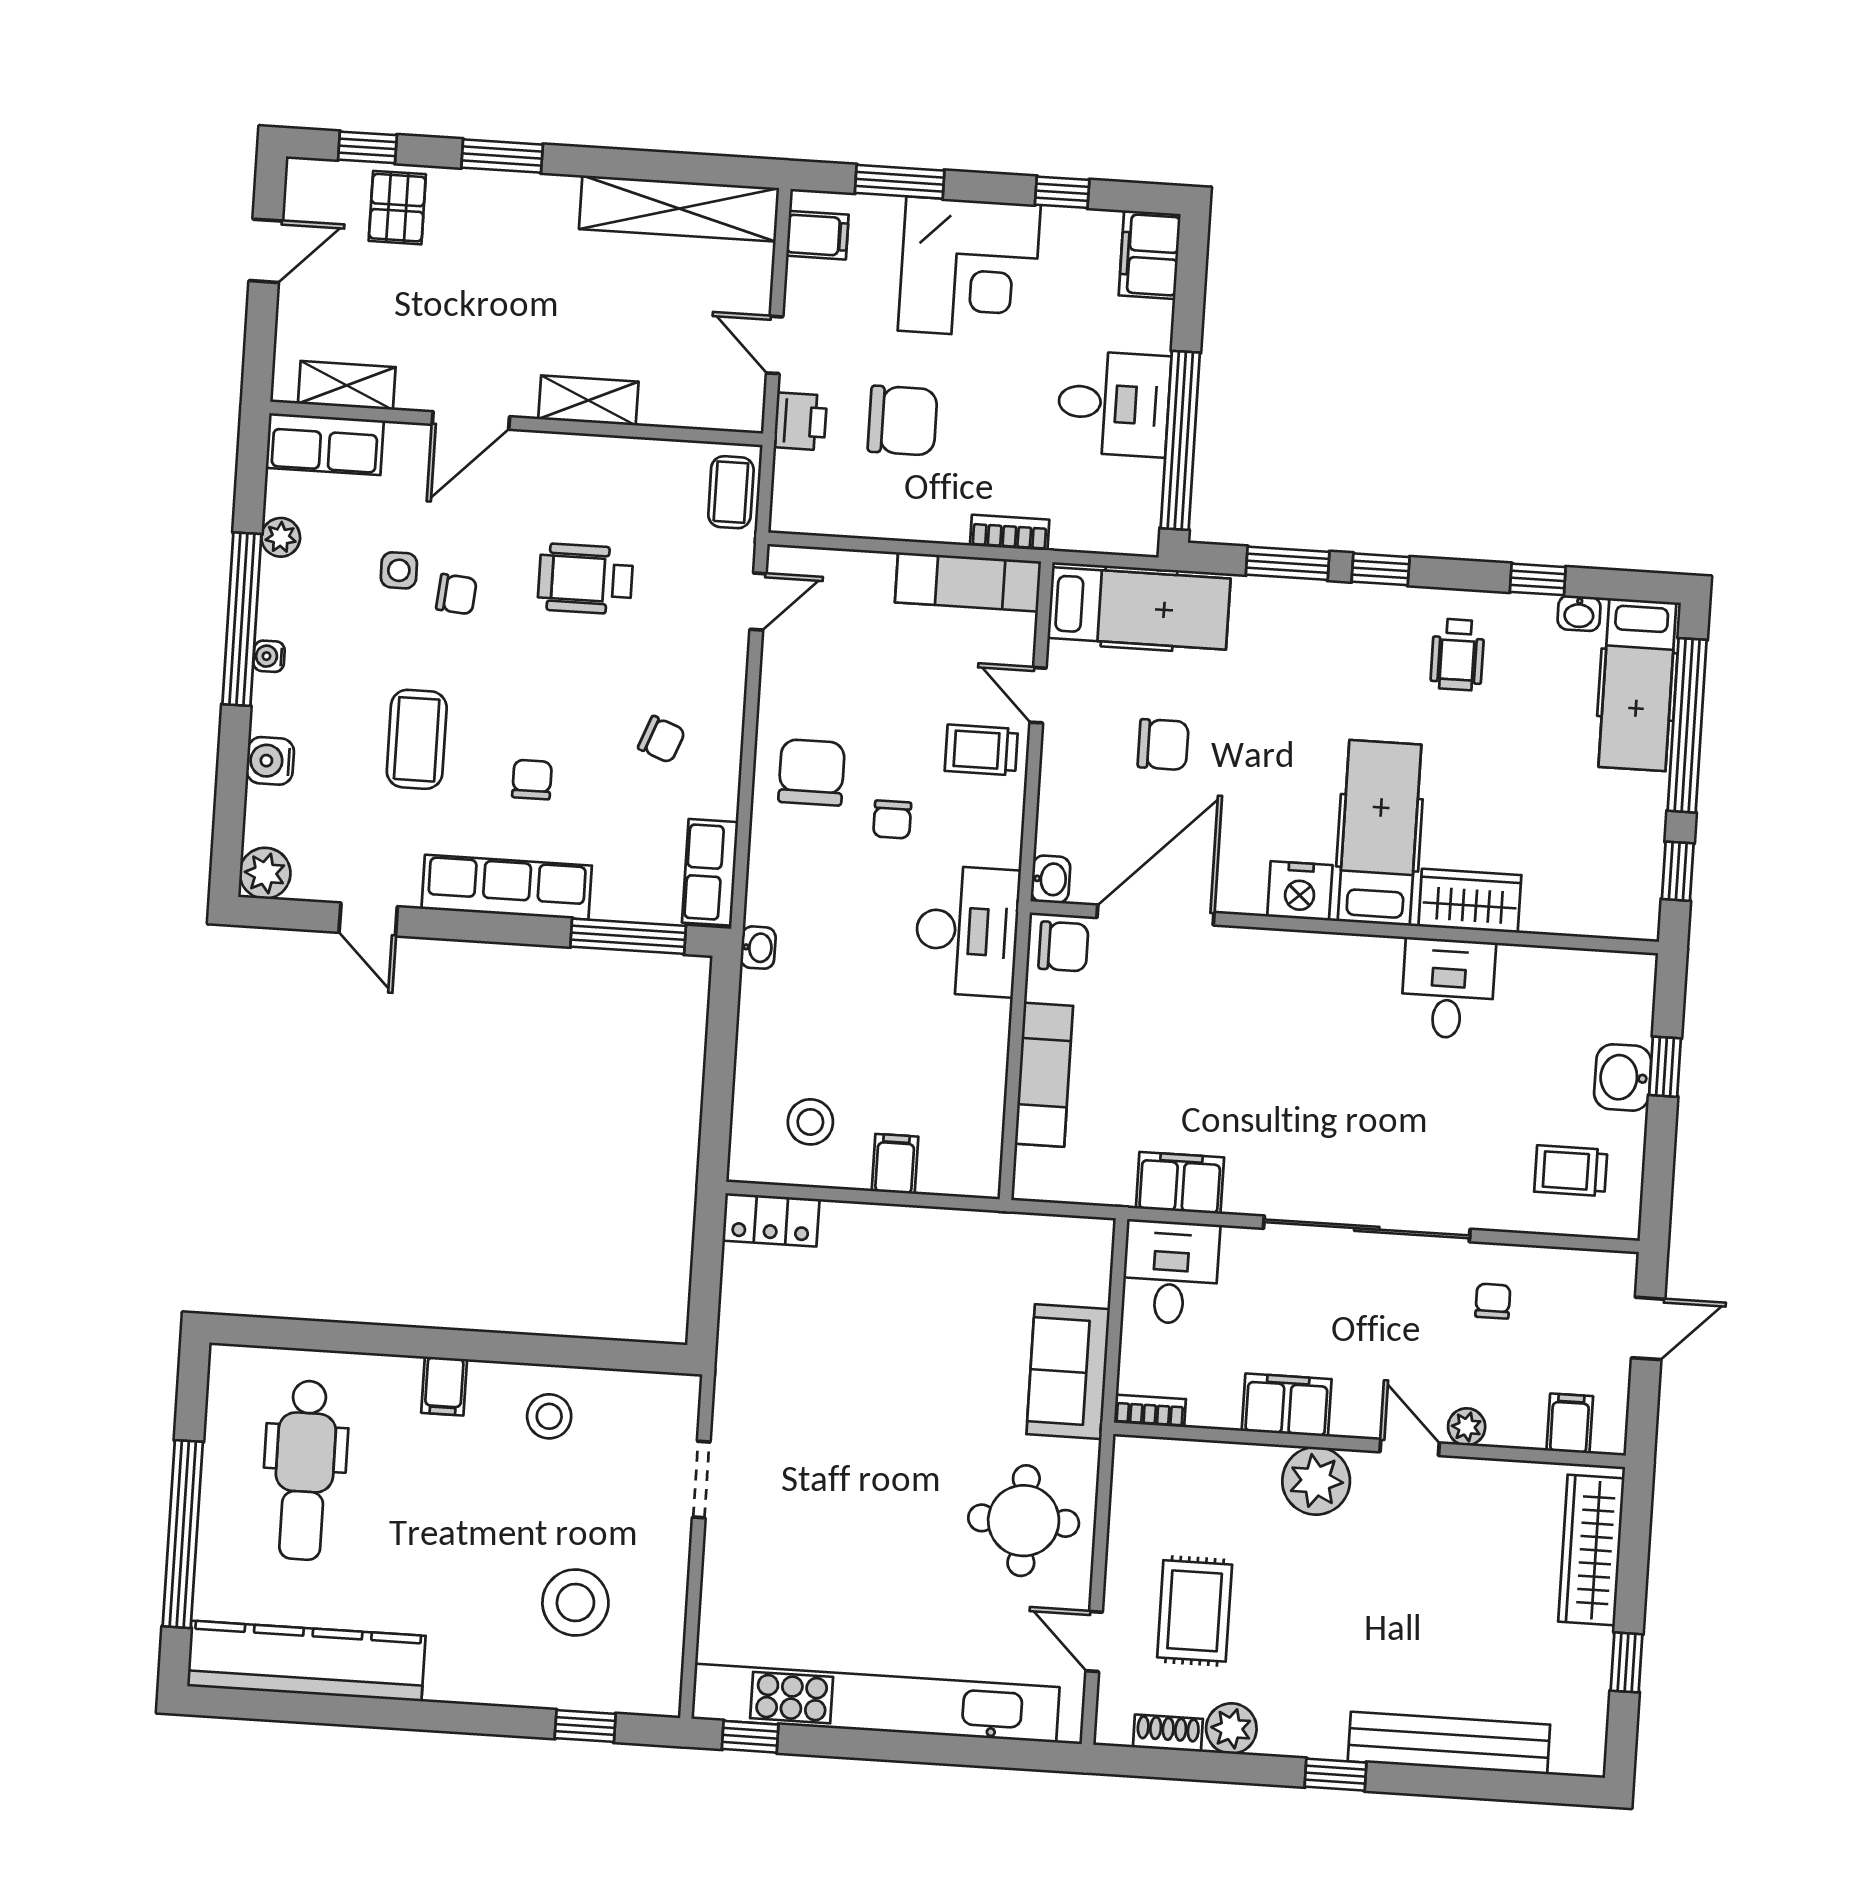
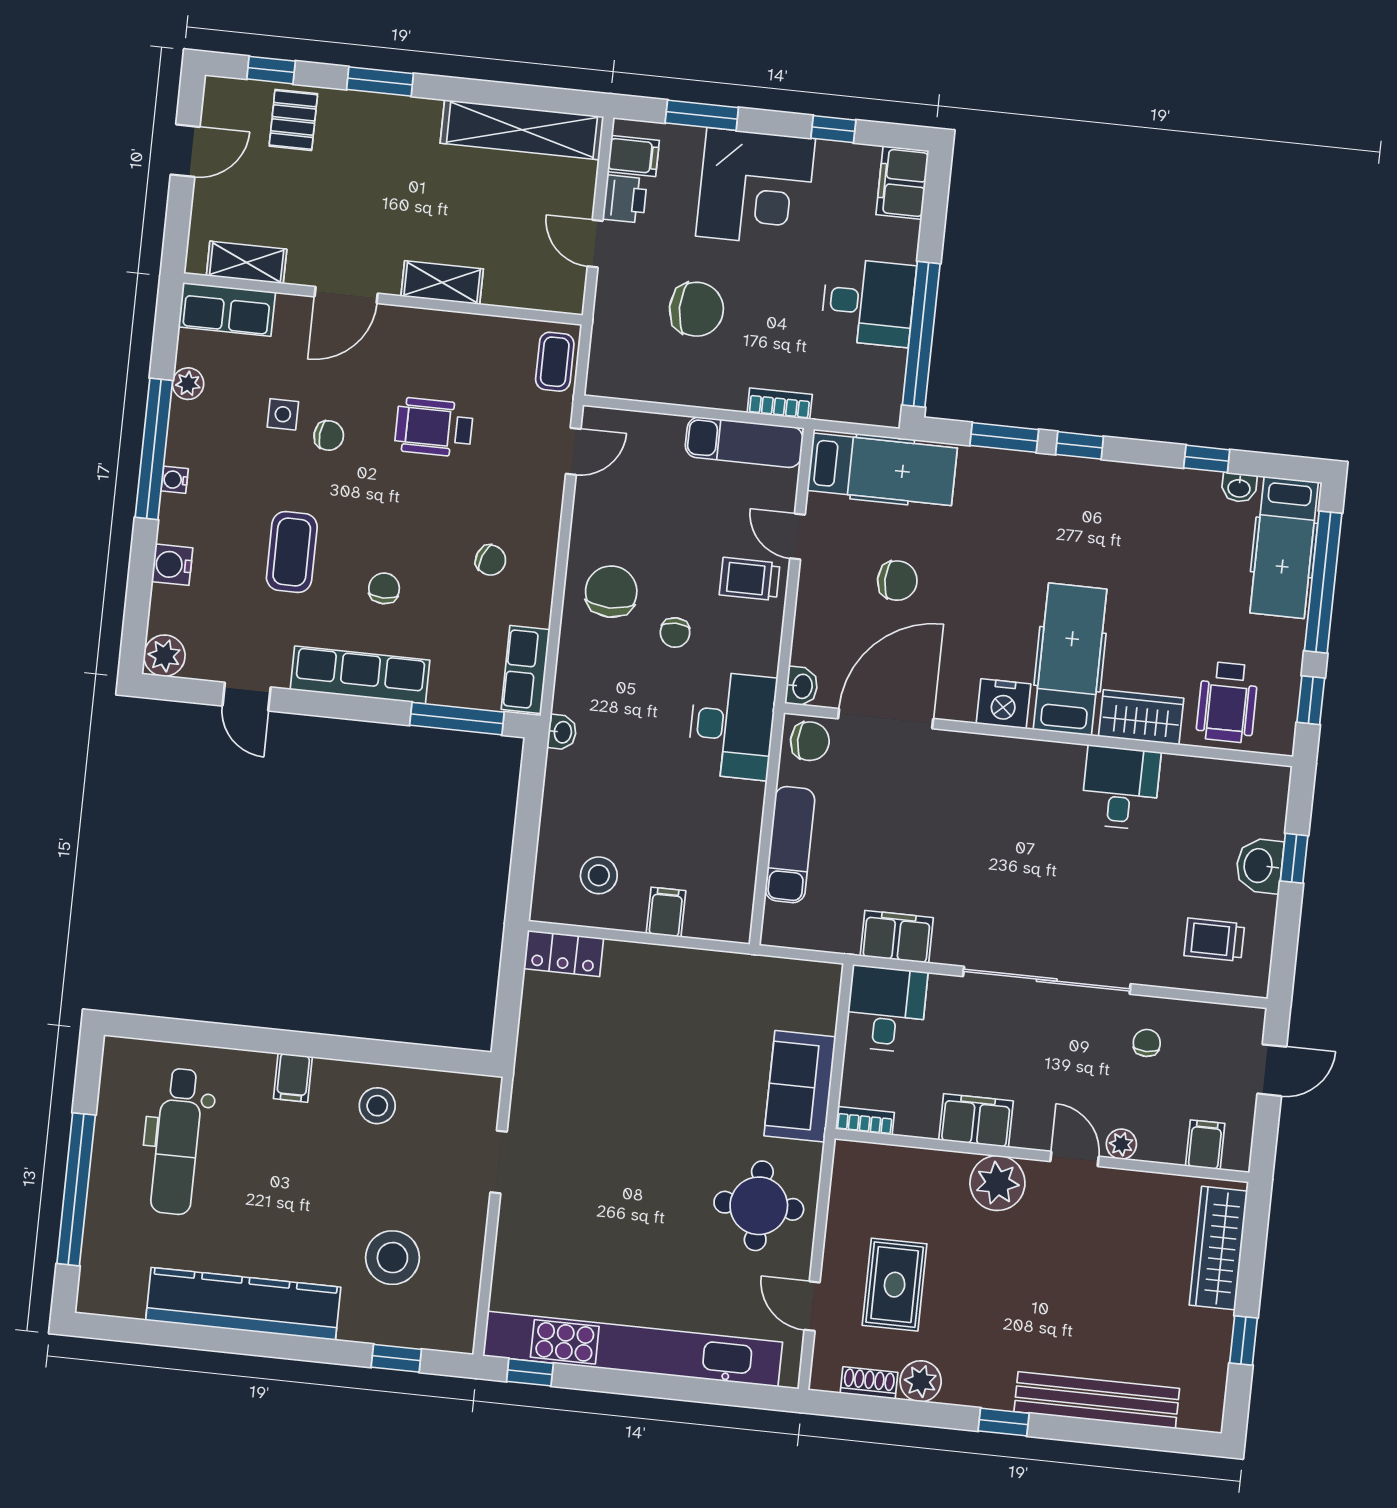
printer: (800, 421) -> (625, 199), moved
wheelchair: (1457, 655) -> (1227, 702), moved, width x1.36, depth x1.37
kitchen counter: (306, 1661) -> (243, 1304), moved

